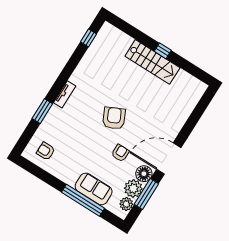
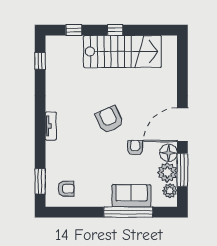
window: (130, 30) -> (74, 30), added
stairs: (152, 62) -> (122, 51), width x1.36, depth x1.51
window: (42, 111) -> (40, 181), moved
armchair: (46, 151) -> (66, 189), turned 180

